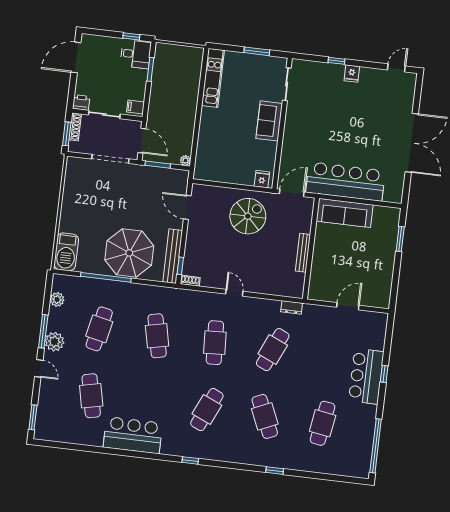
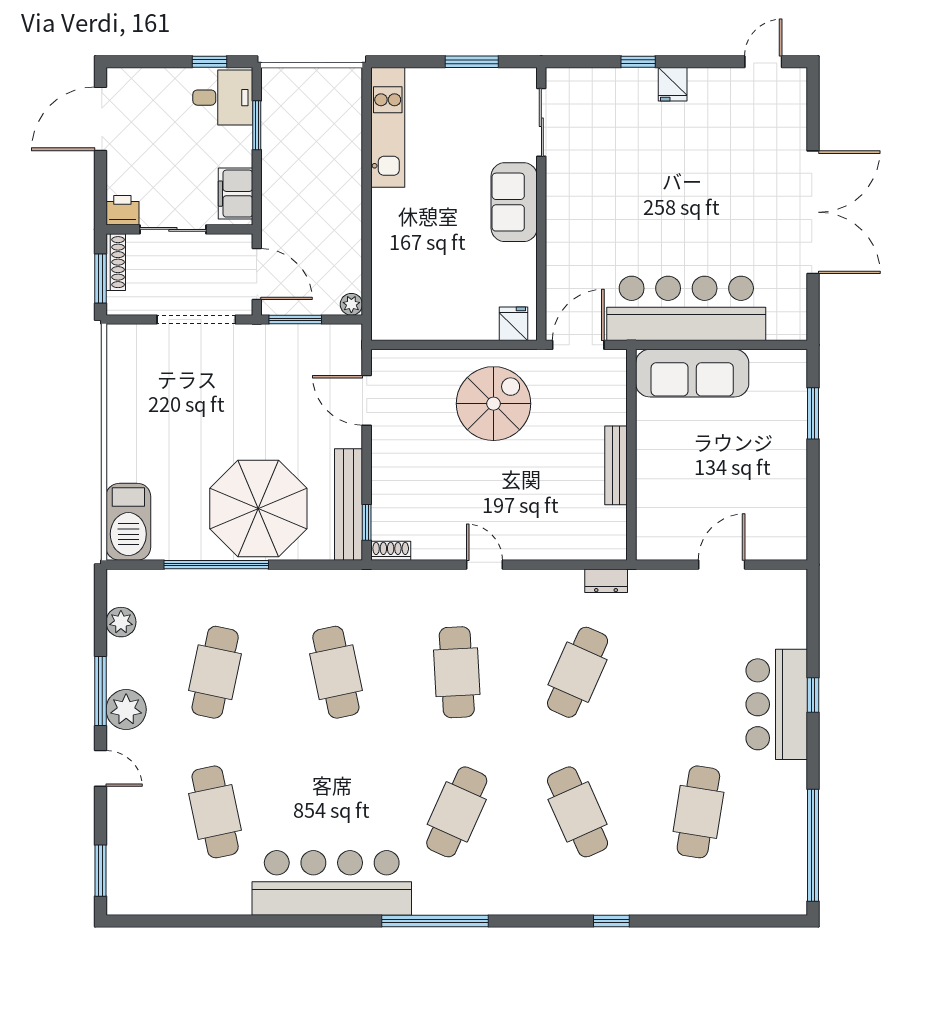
filing cabinet: (136, 107) -> (235, 194), width x2.00
bar counter: (133, 435) -> (332, 883), width x1.36
window: (190, 460) -> (435, 921), width x3.17

